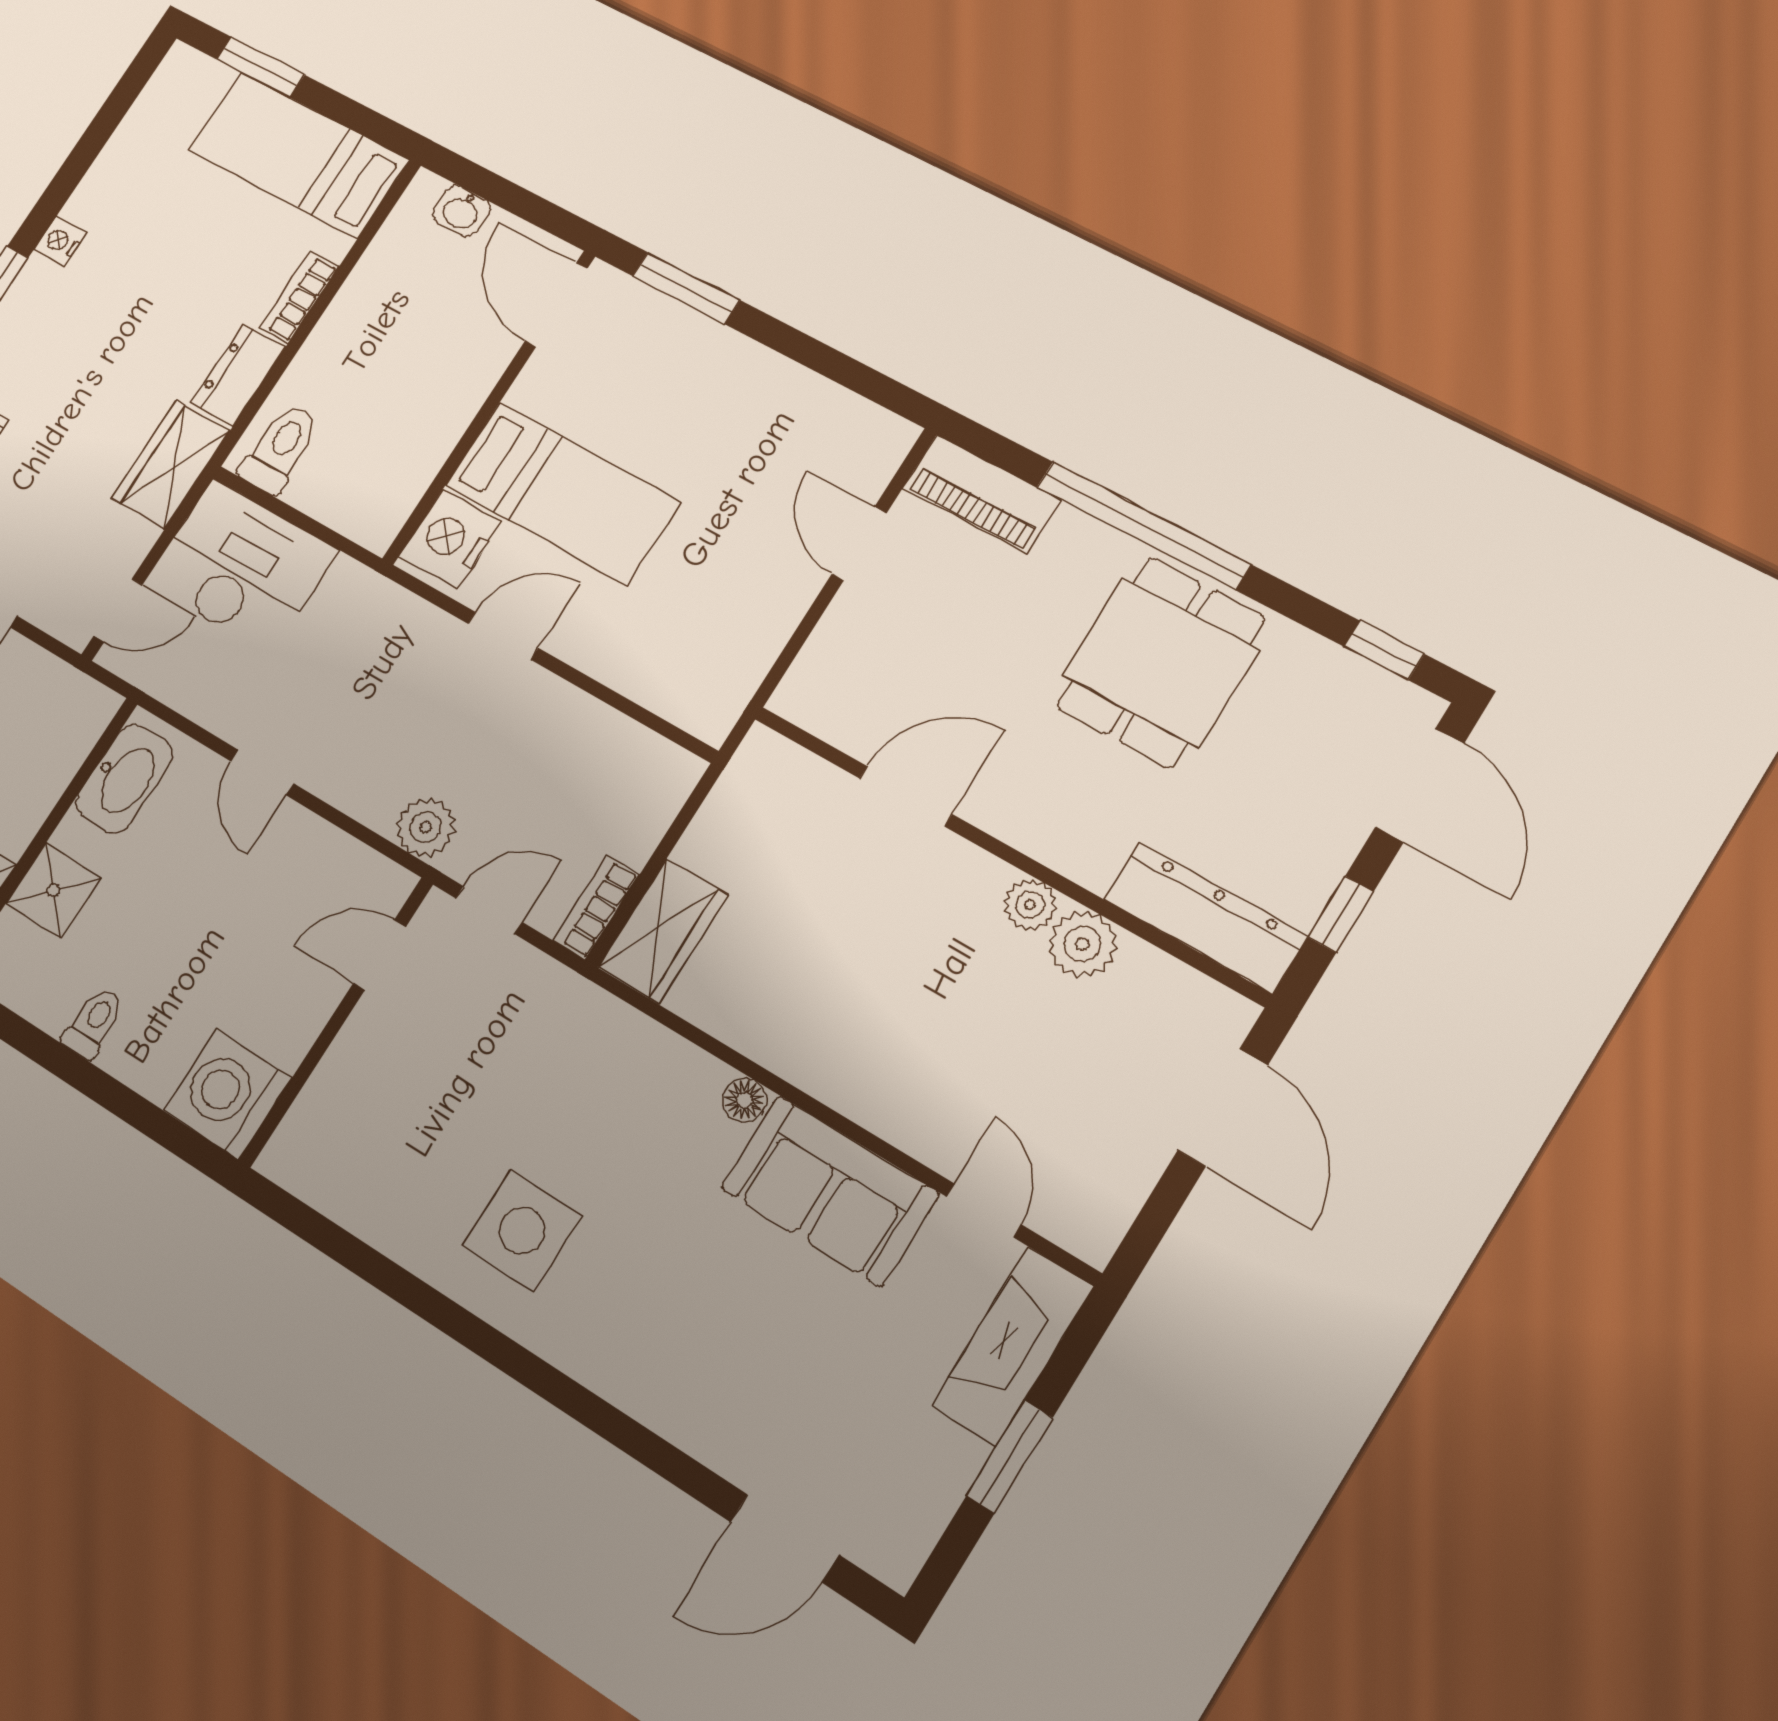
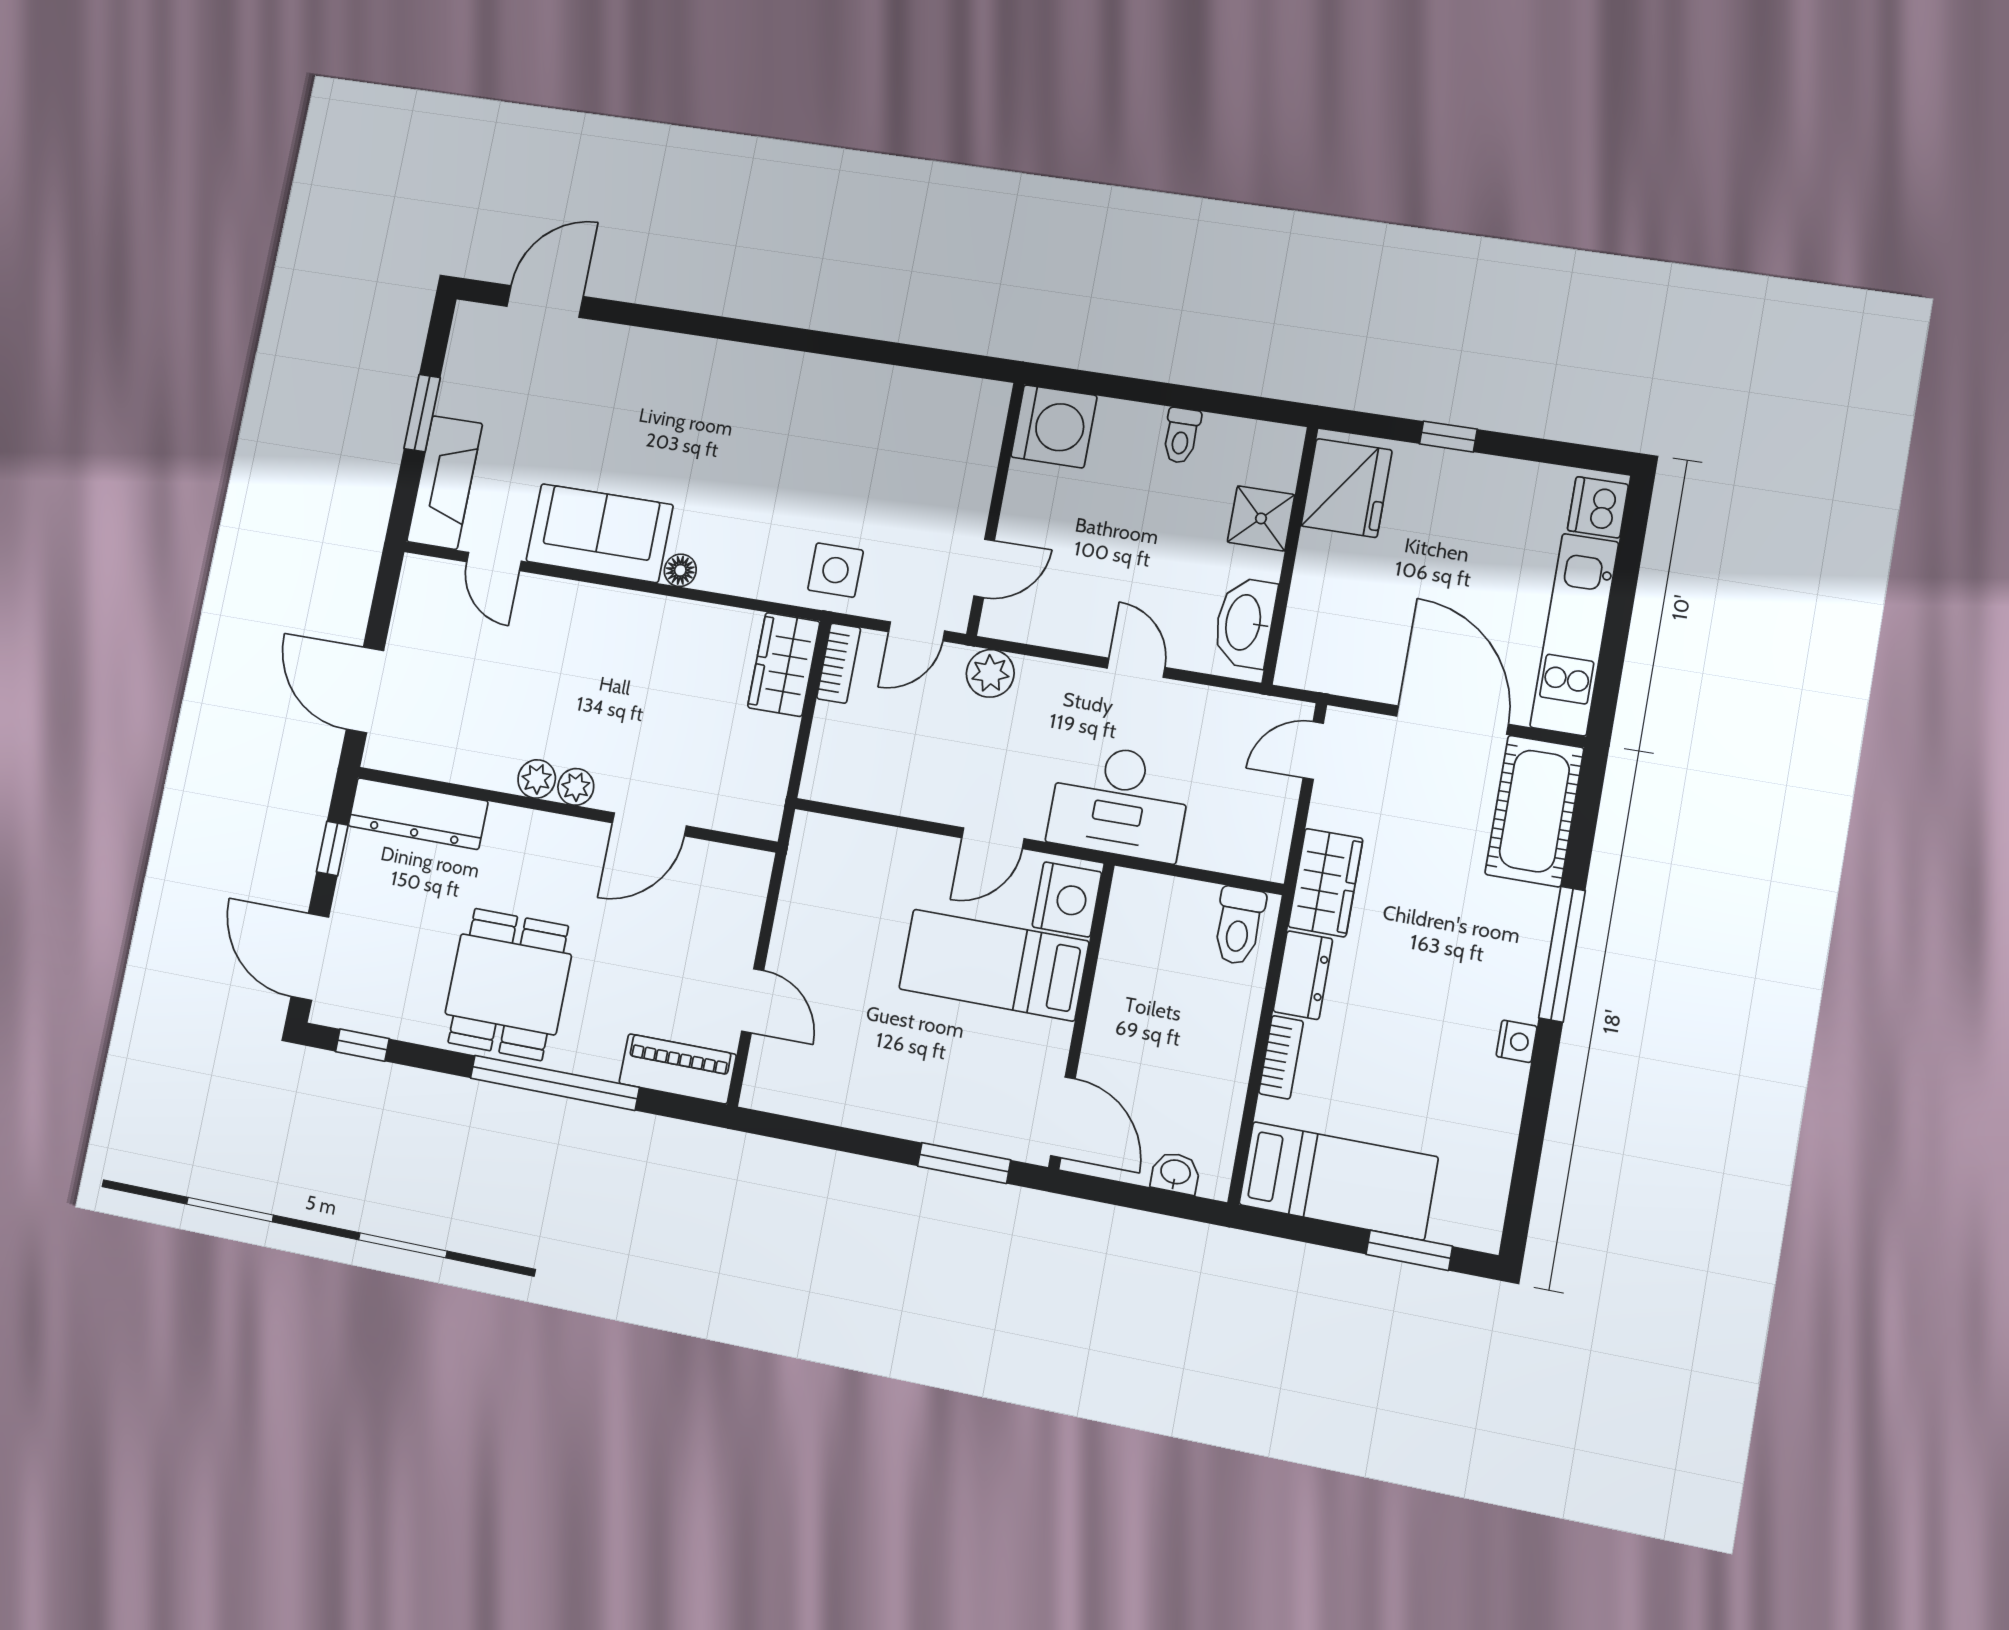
desk: (242, 566) -> (1119, 802), moved
plant: (1082, 944) -> (576, 787), moved, width x0.73, depth x0.73
side table: (522, 1230) -> (835, 570), moved, width x0.73, depth x0.73

